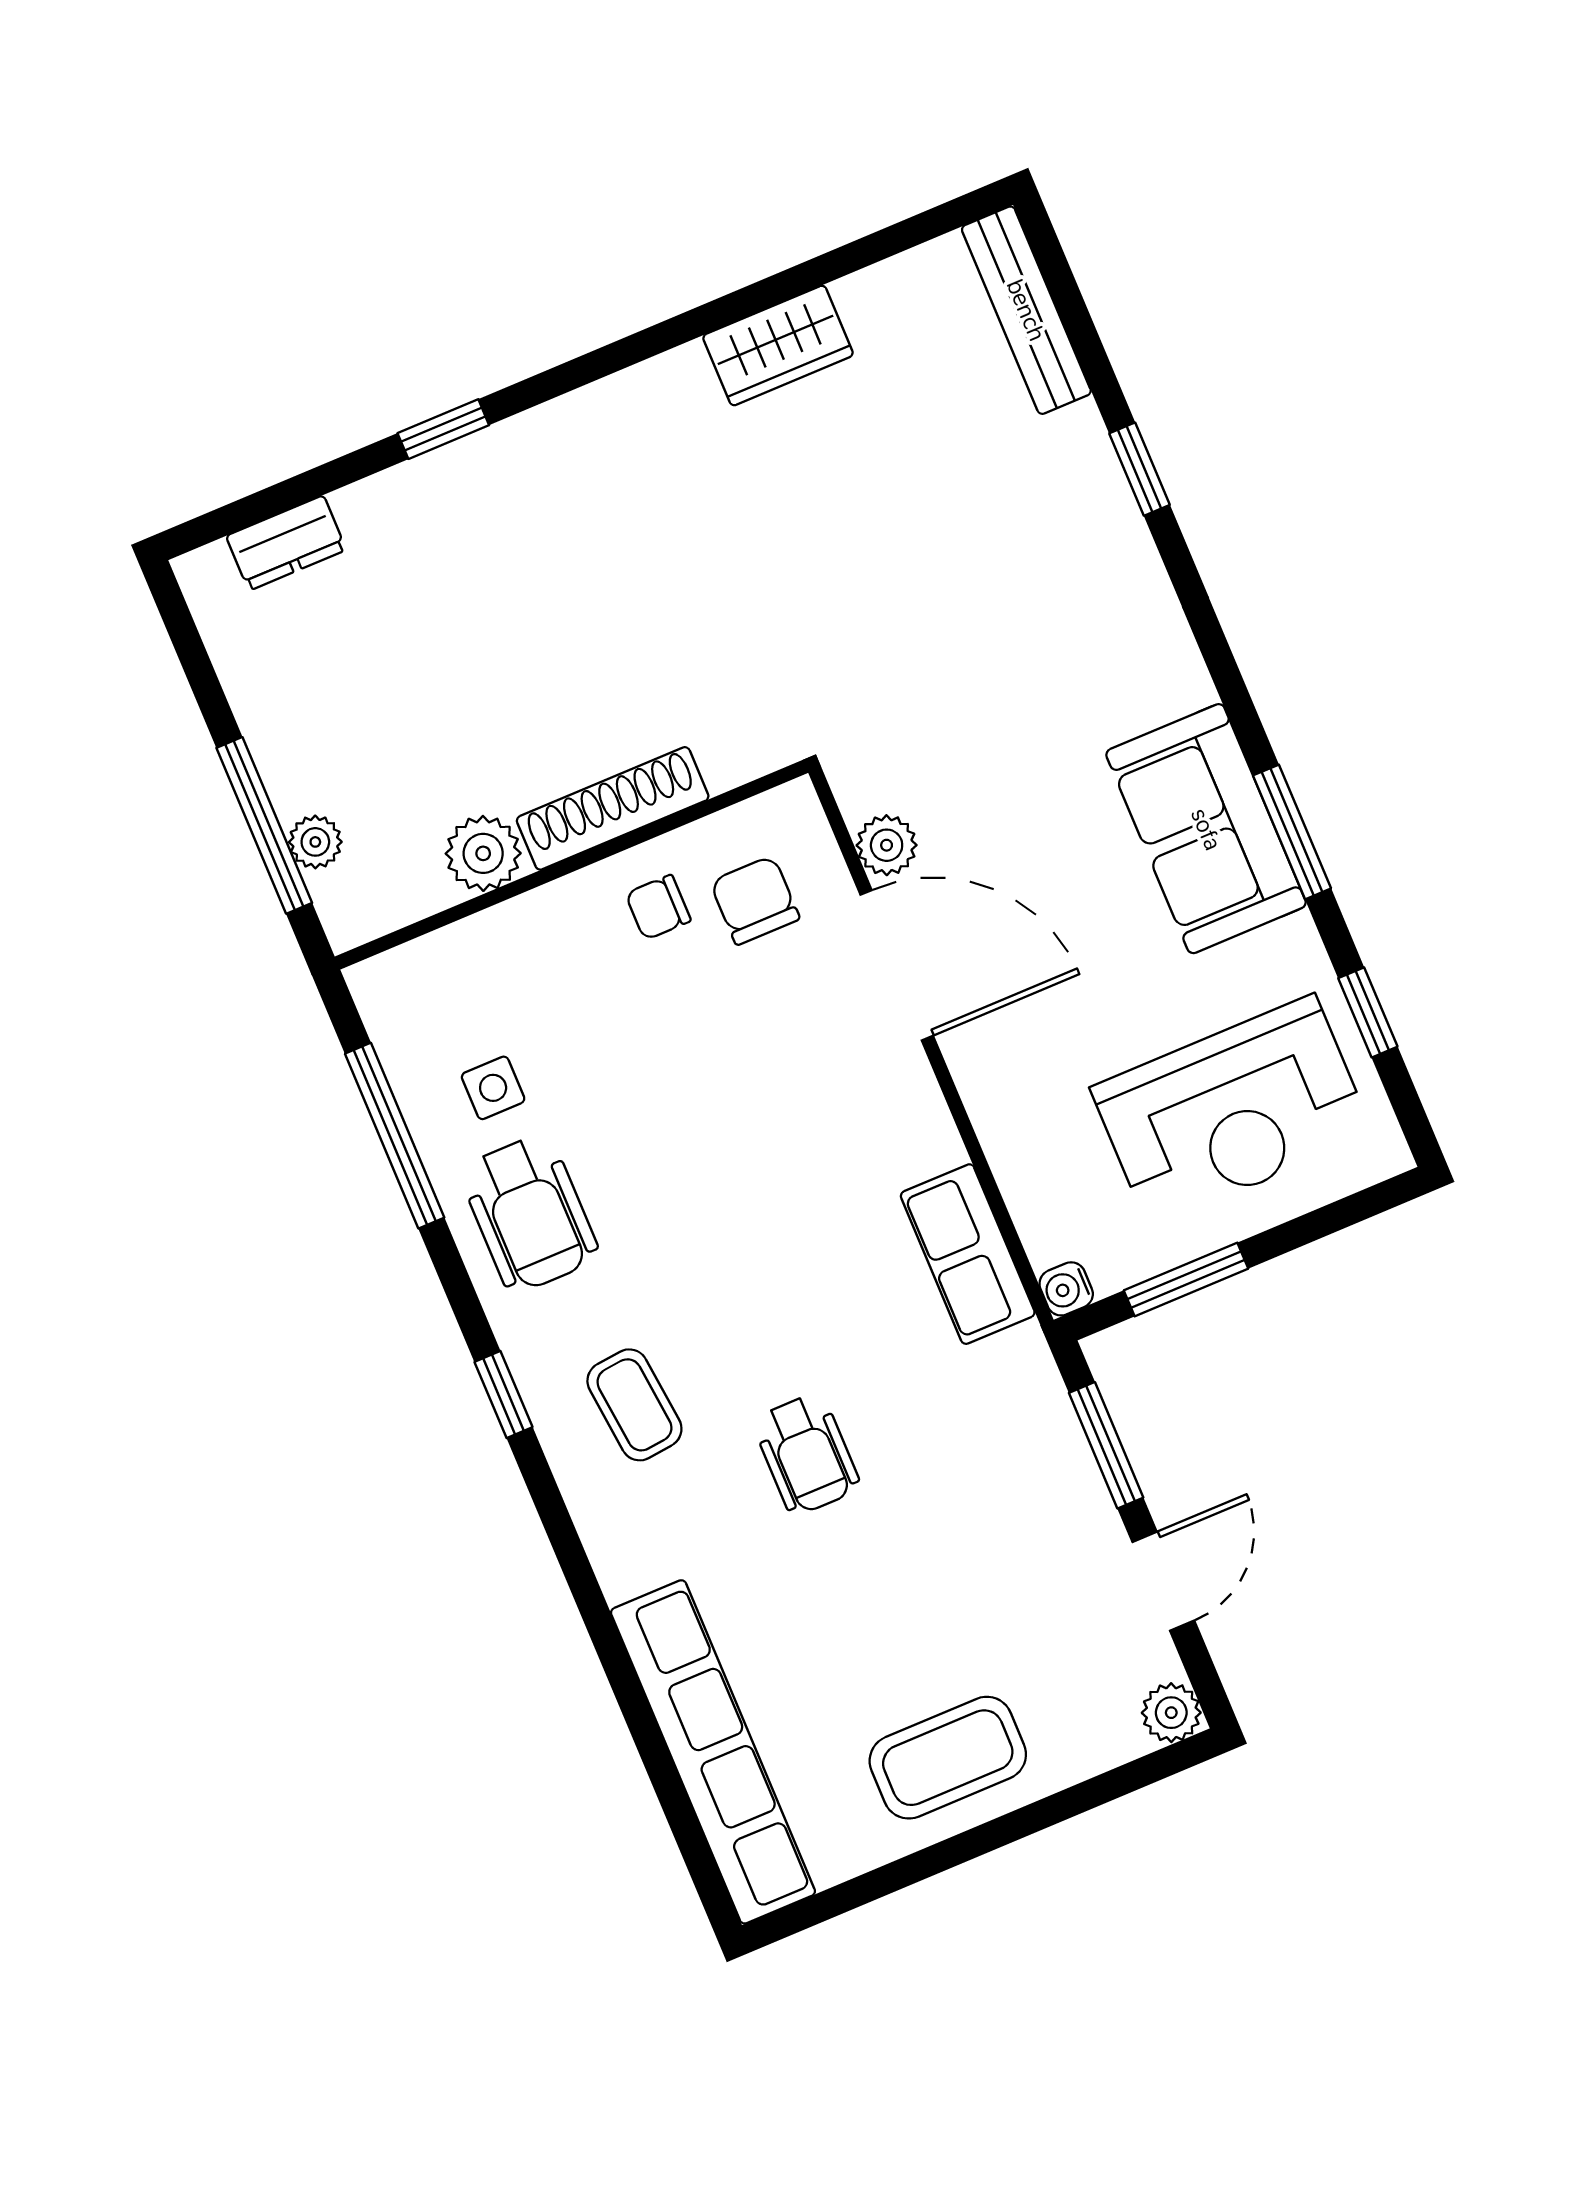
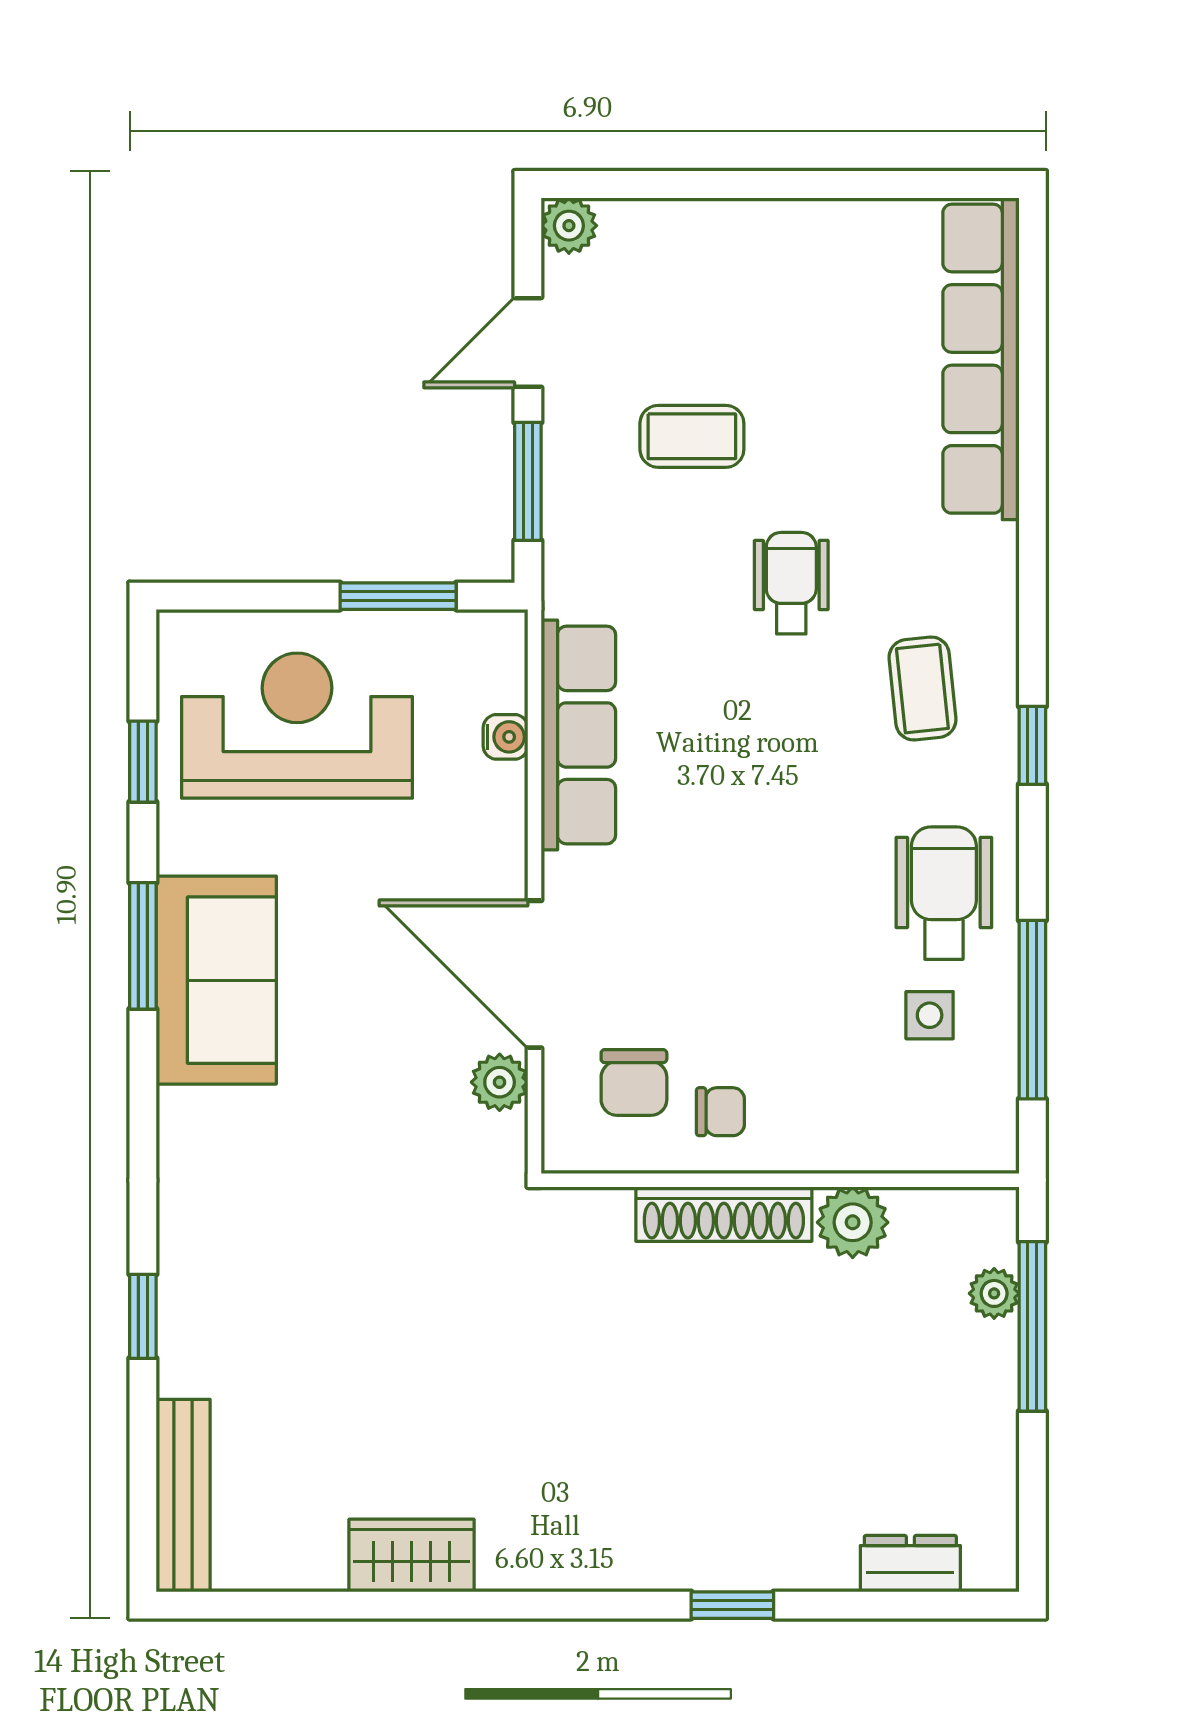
row of seats: (968, 1254) -> (578, 735), width x1.48
water cooler: (1066, 1289) -> (506, 737), moved
coffee table: (948, 1758) -> (692, 436), moved, width x0.73, depth x0.77

